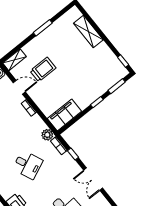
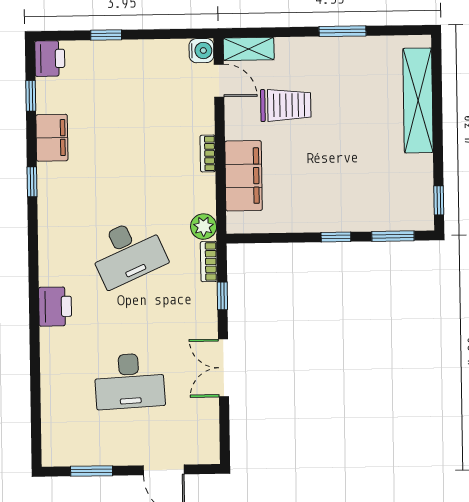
shelving: (88, 31) -> (418, 100), width x1.47
door: (19, 87) -> (219, 81), moved
filing cabinet: (64, 115) -> (244, 176), moved, turned 90
desk: (28, 165) -> (127, 253), width x1.37

